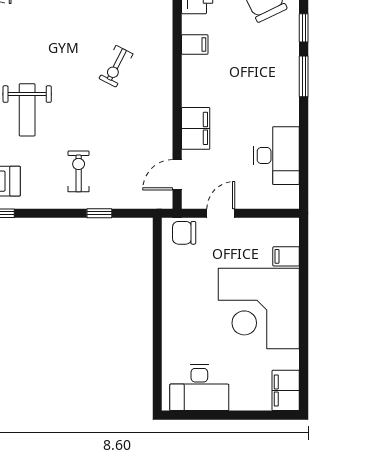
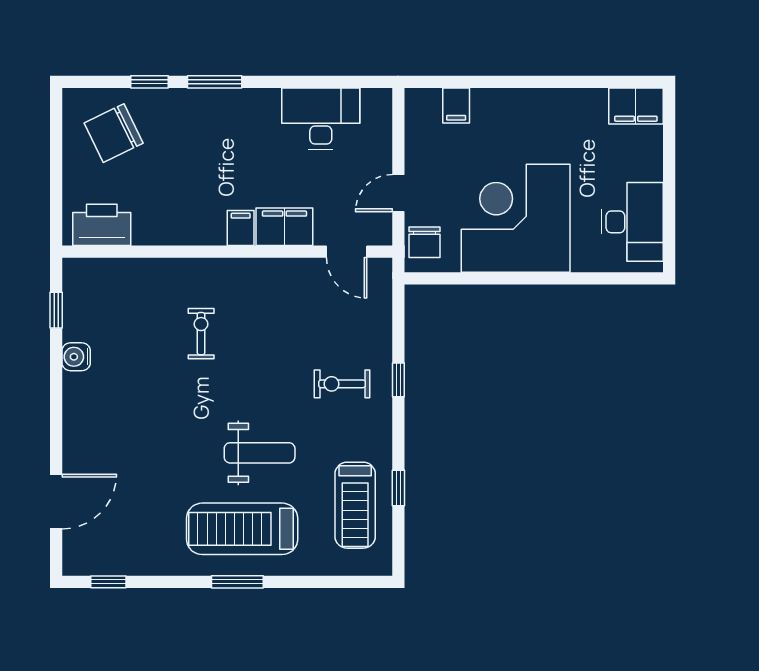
filing cabinet: (195, 45) -> (241, 228), moved
exercise bike: (116, 66) -> (201, 334), turned -117
window: (99, 213) -> (398, 380), moved
door: (221, 213) -> (398, 193), hinge flipped
corner desk: (259, 308) -> (516, 218), moved, turned 180

